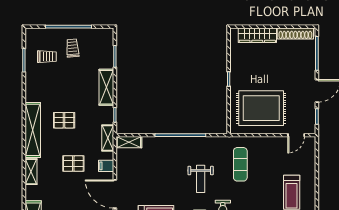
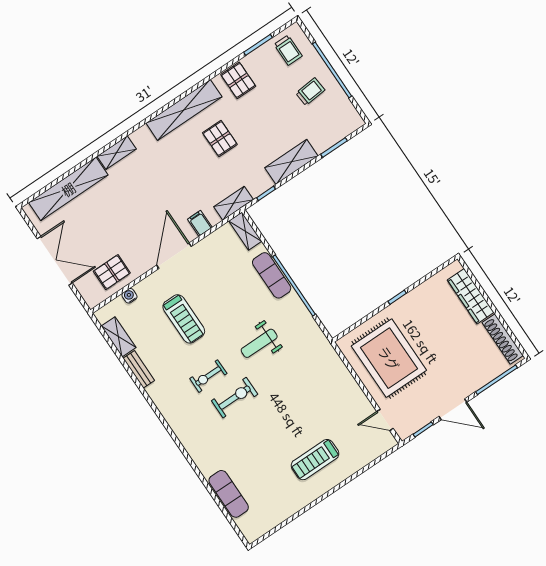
trolley: (47, 57) -> (288, 50), moved
pallet: (73, 164) -> (238, 80), moved
exercise mat: (240, 164) -> (272, 275), moved, turned 90
shelving: (31, 172) -> (117, 153), moved

